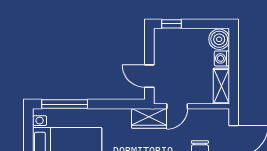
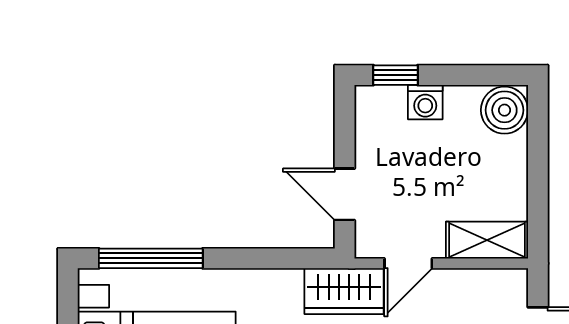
washing machine: (222, 58) -> (425, 102), moved, turned -90
shelving: (221, 86) -> (487, 240), moved, turned 90

